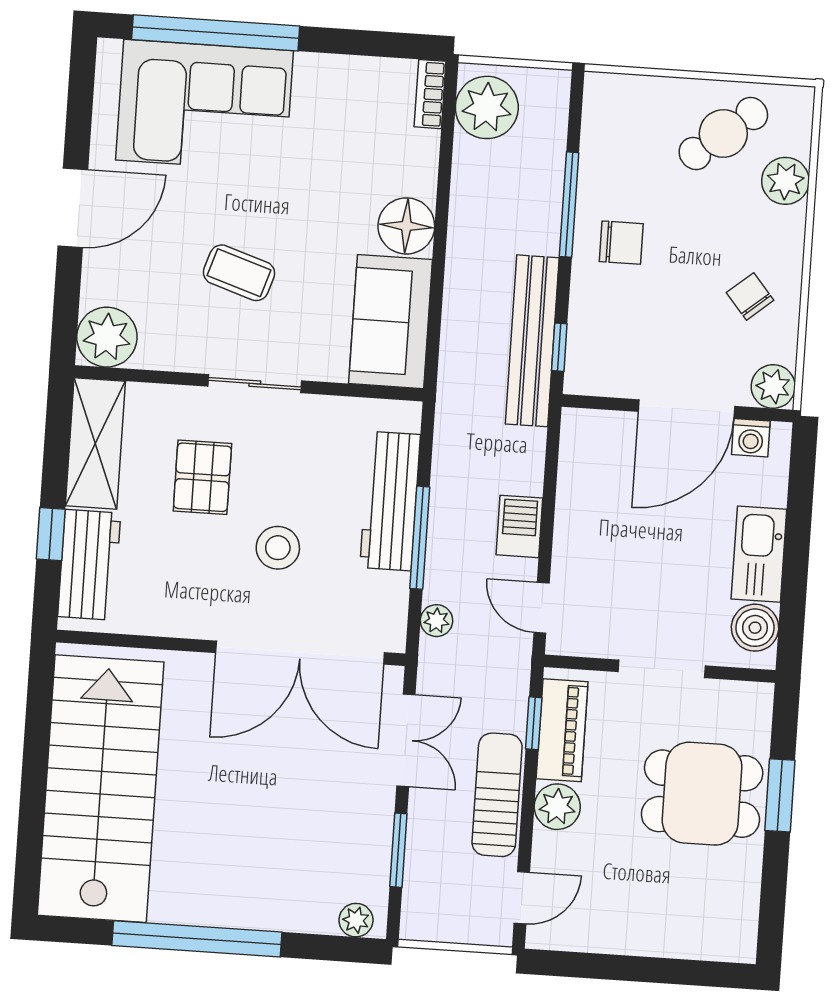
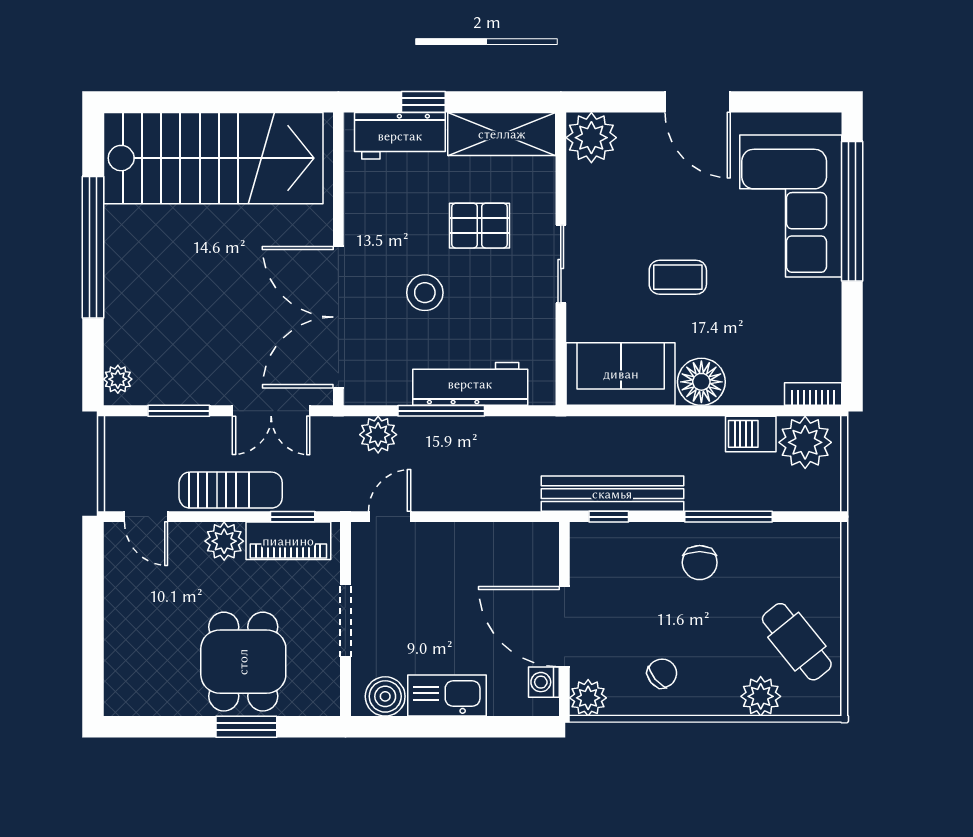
coffee table: (239, 273) -> (678, 277), moved, turned 72
barbecue: (519, 526) -> (751, 434), moved, turned 180
plant: (436, 621) -> (378, 435), width x1.38, depth x1.38

